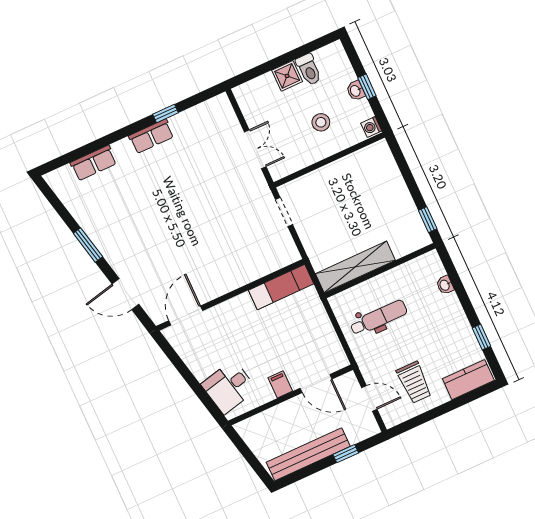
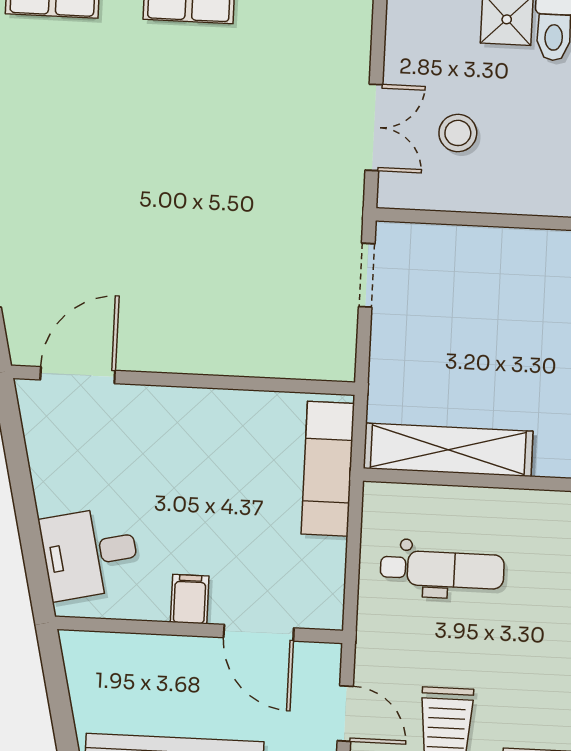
stool: (321, 122) -> (458, 133), moved
exam couch: (281, 287) -> (328, 469), moved, turned 90

